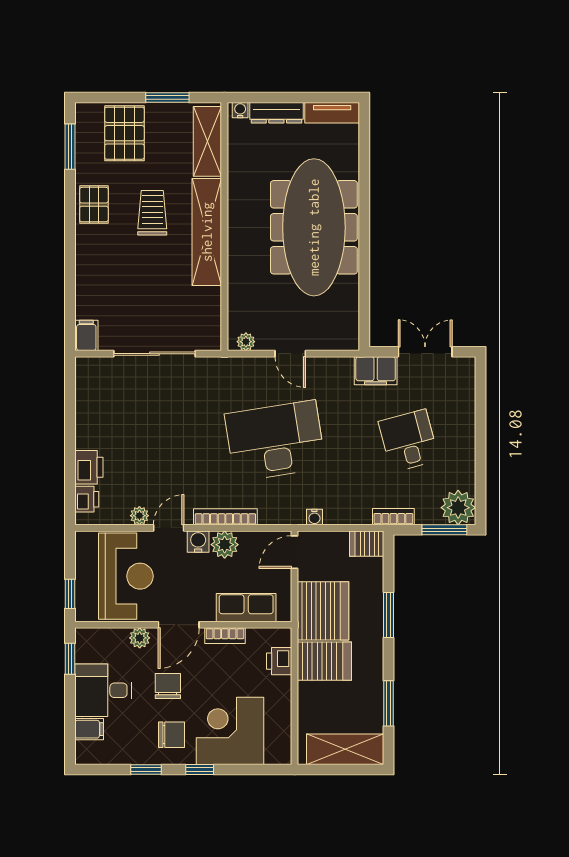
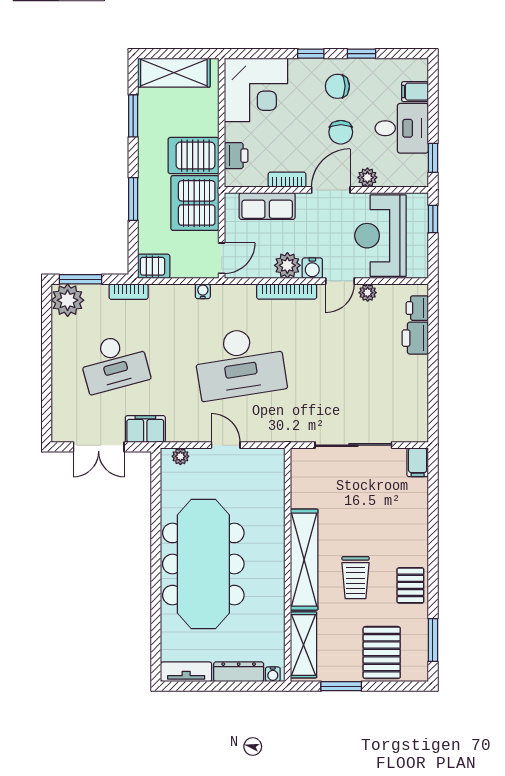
plant: (246, 342) -> (180, 456), moved
desk: (409, 441) -> (114, 363), width x1.37
corner desk: (230, 731) -> (256, 90), moved

